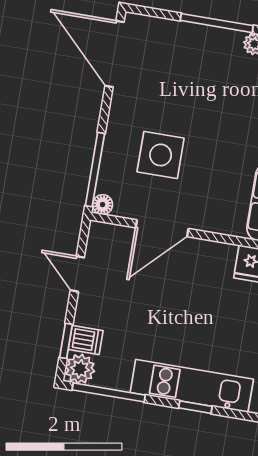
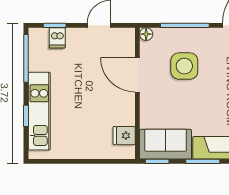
window: (95, 170) -> (185, 25), moved
plant: (80, 369) -> (38, 37), removed

